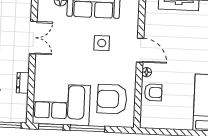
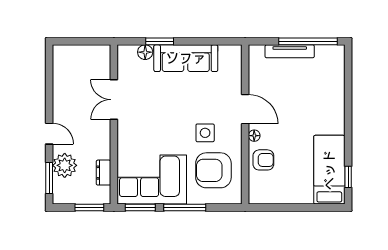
double door: (33, 38) -> (114, 100), swing flipped
side table: (102, 43) -> (205, 133), moved
dresser: (23, 83) -> (103, 173), moved

